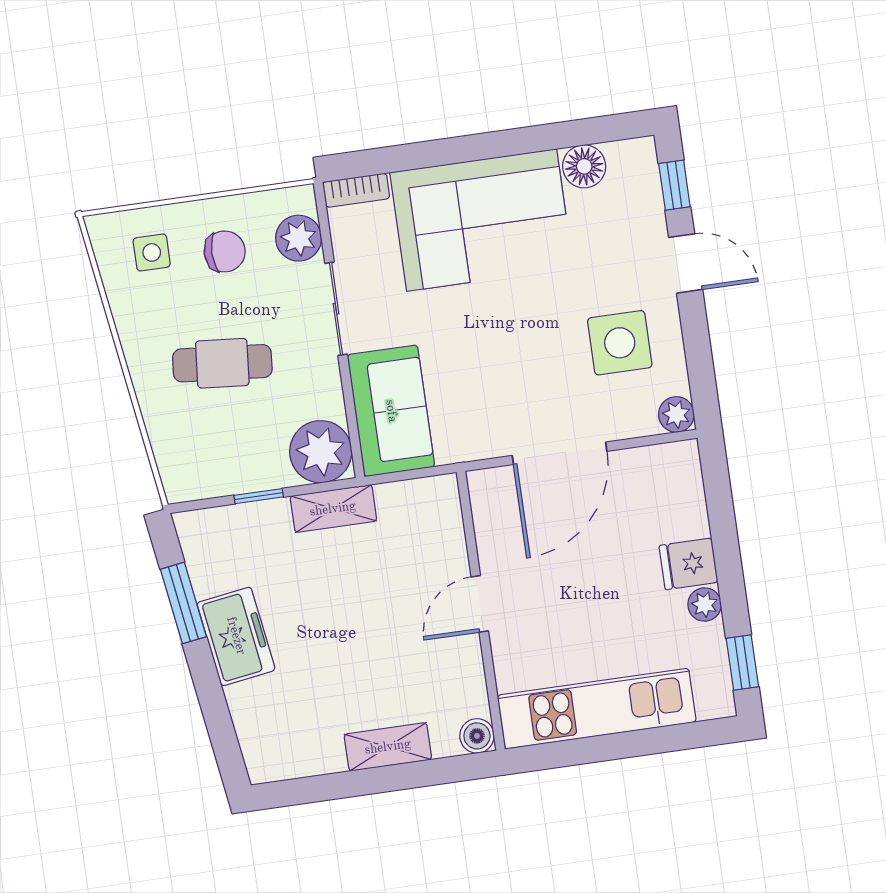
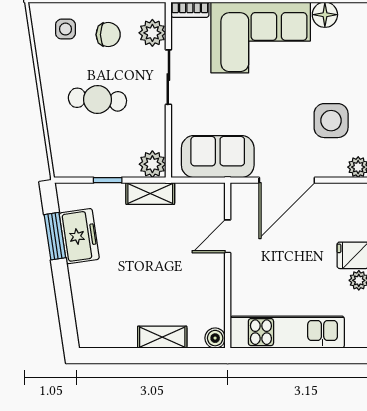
sofa: (391, 411) -> (218, 157), moved, turned -90
plant: (321, 452) -> (152, 164), width x0.73, depth x0.73
door: (480, 604) -> (228, 236), moved
freezer: (236, 636) -> (79, 236), moved

